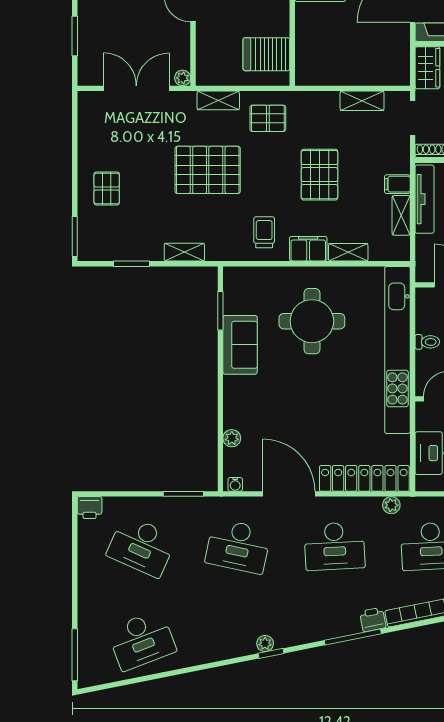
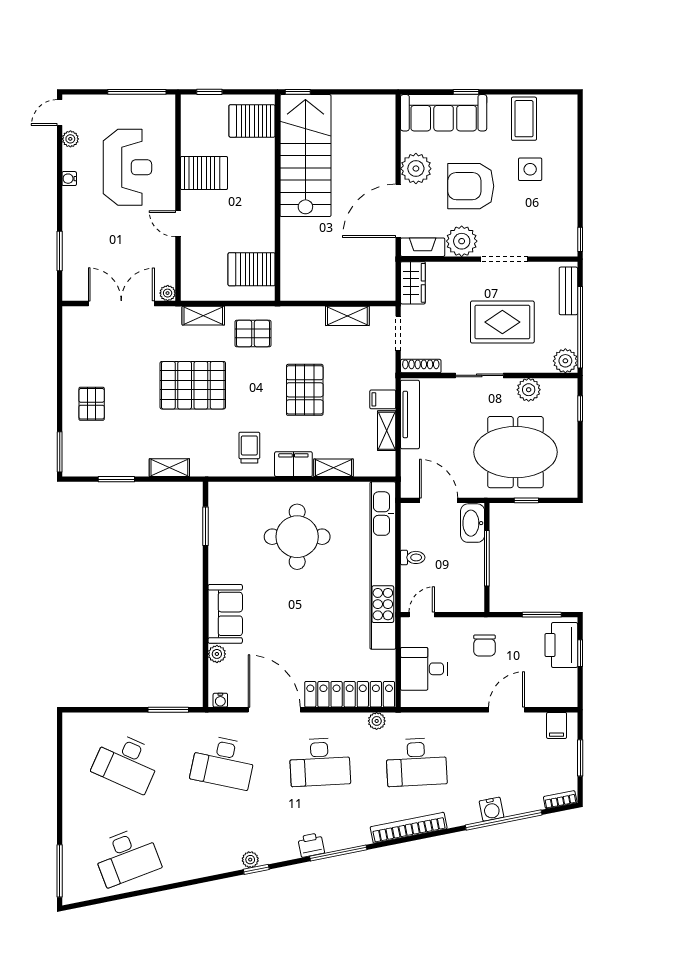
sofa: (240, 345) -> (225, 614), moved
printer: (90, 508) -> (74, 723), removed
printer: (373, 620) -> (311, 845), moved

